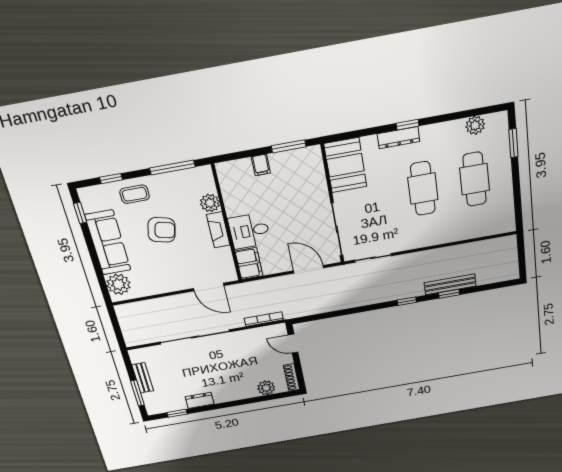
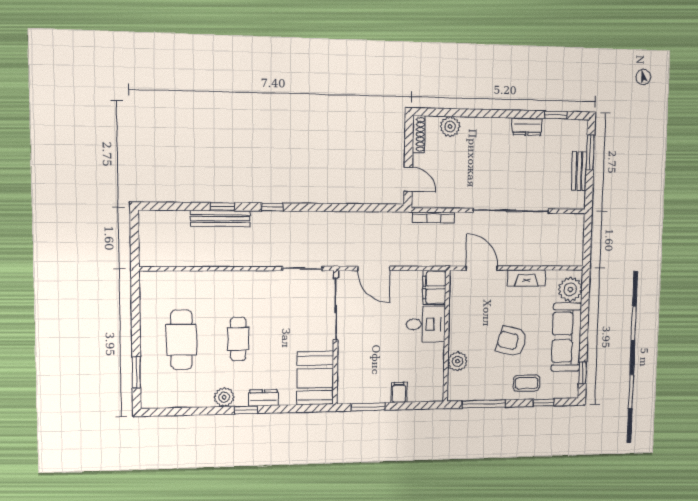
plant: (475, 125) -> (224, 397), moved
dresser: (398, 138) -> (263, 398), width x0.70
cafe table: (423, 189) -> (238, 339), width x0.73, depth x0.74
fireplace: (218, 230) -> (527, 278), moved, turned 90

